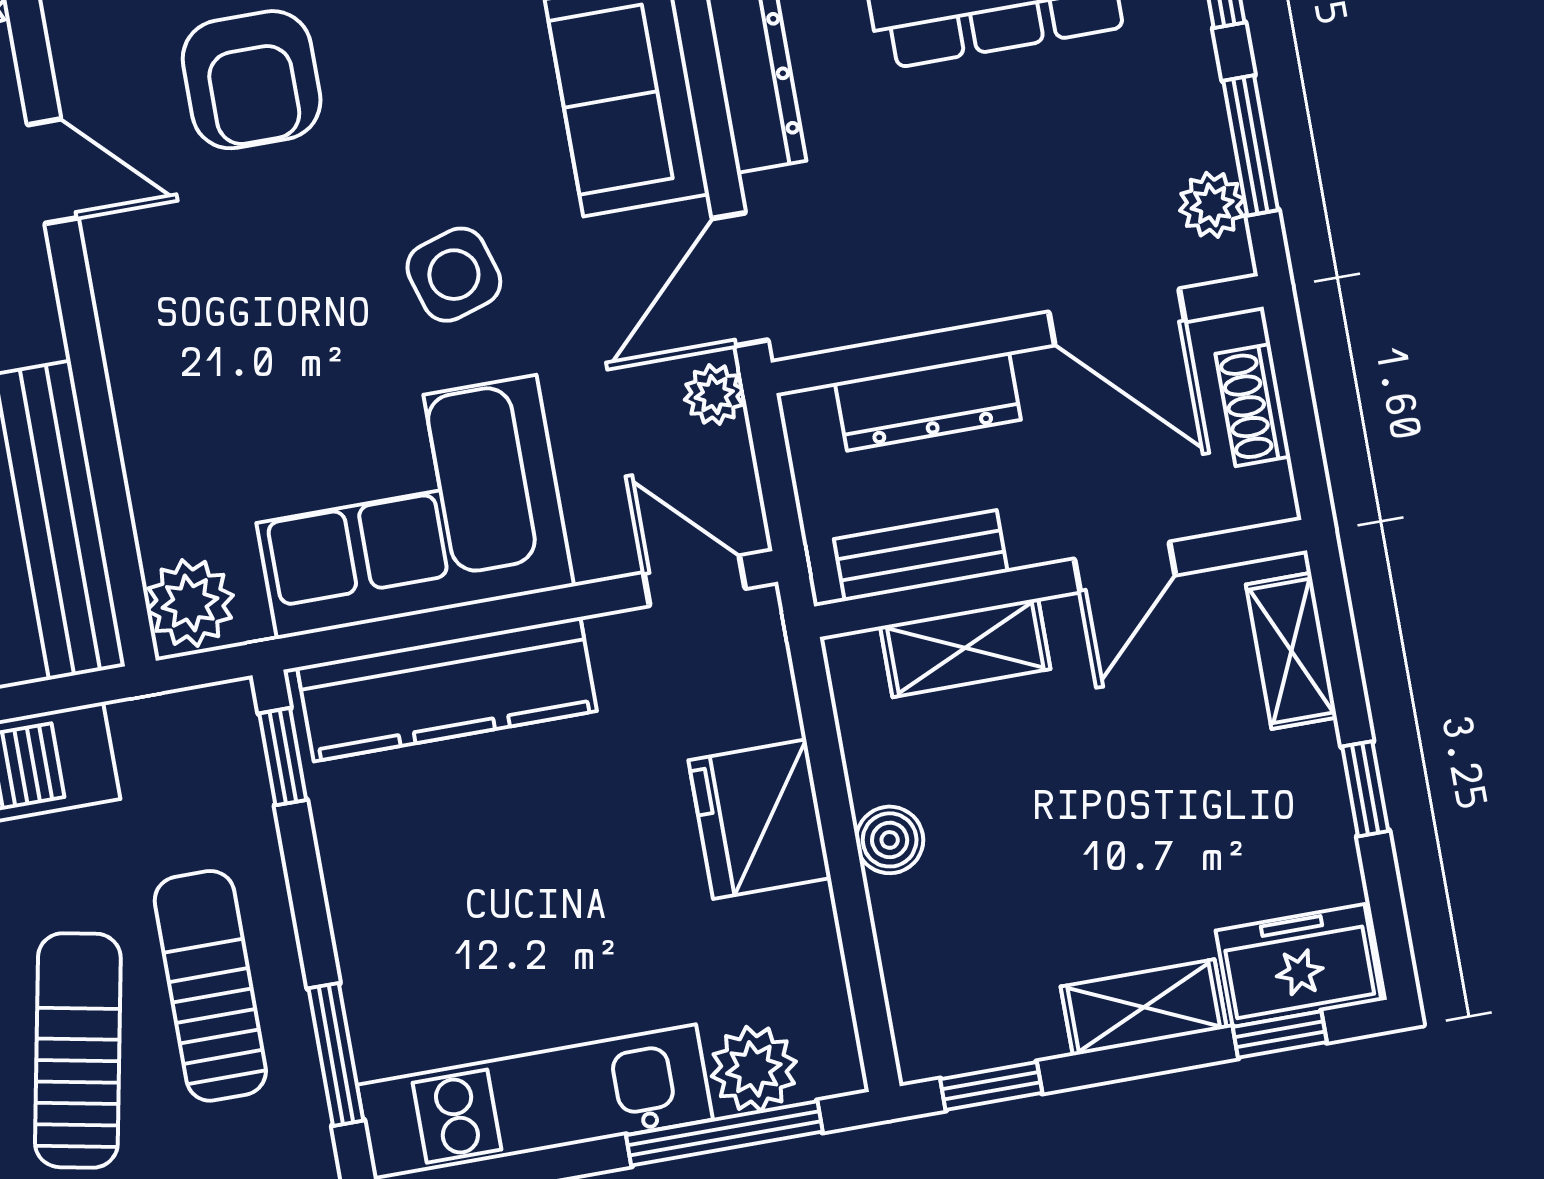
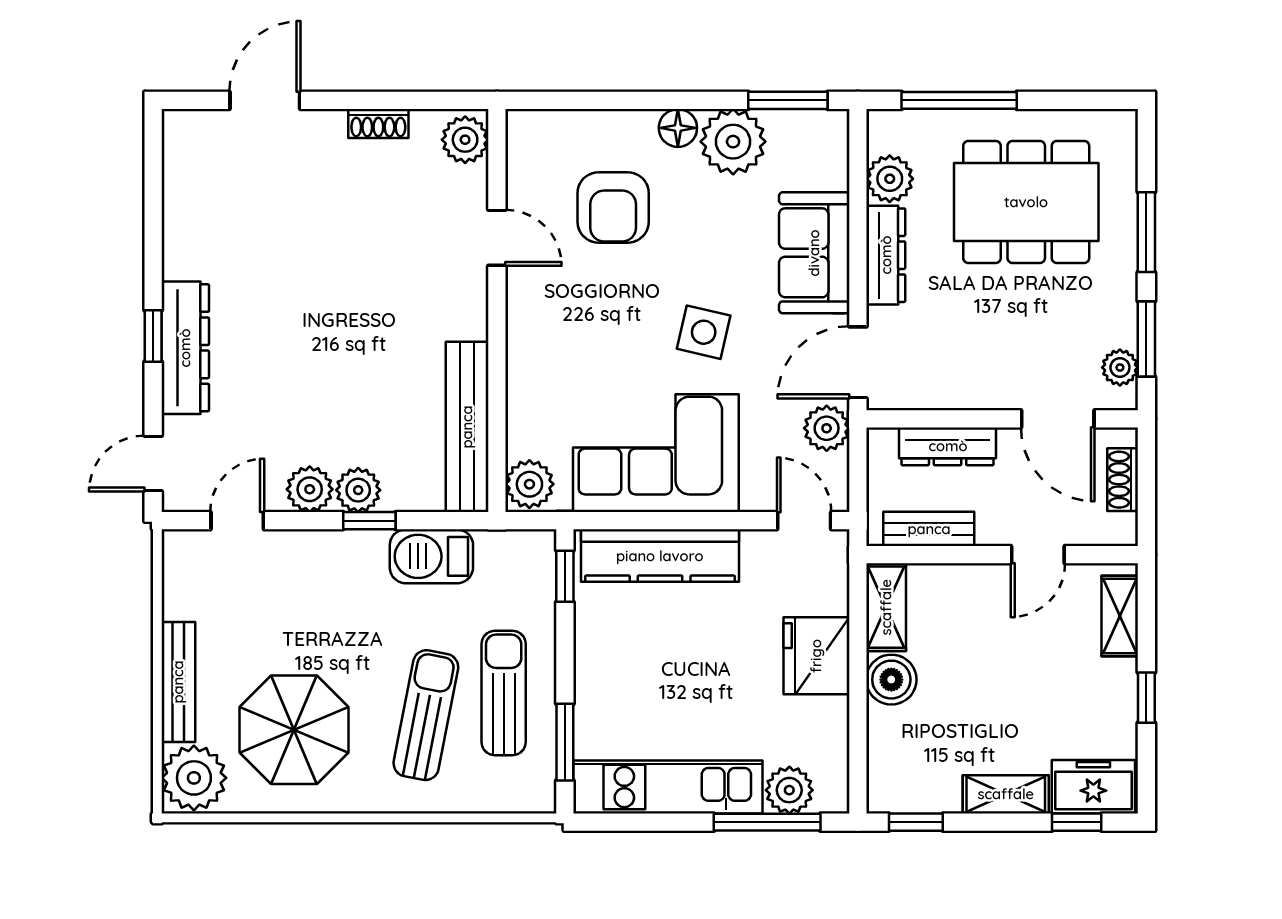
side table: (454, 275) -> (704, 332), turned 30
plant: (714, 395) -> (827, 428), width x1.38, depth x1.38
shelving: (965, 648) -> (886, 607), moved, turned 90
boiler: (890, 840) -> (891, 680), width x1.36, depth x1.36

